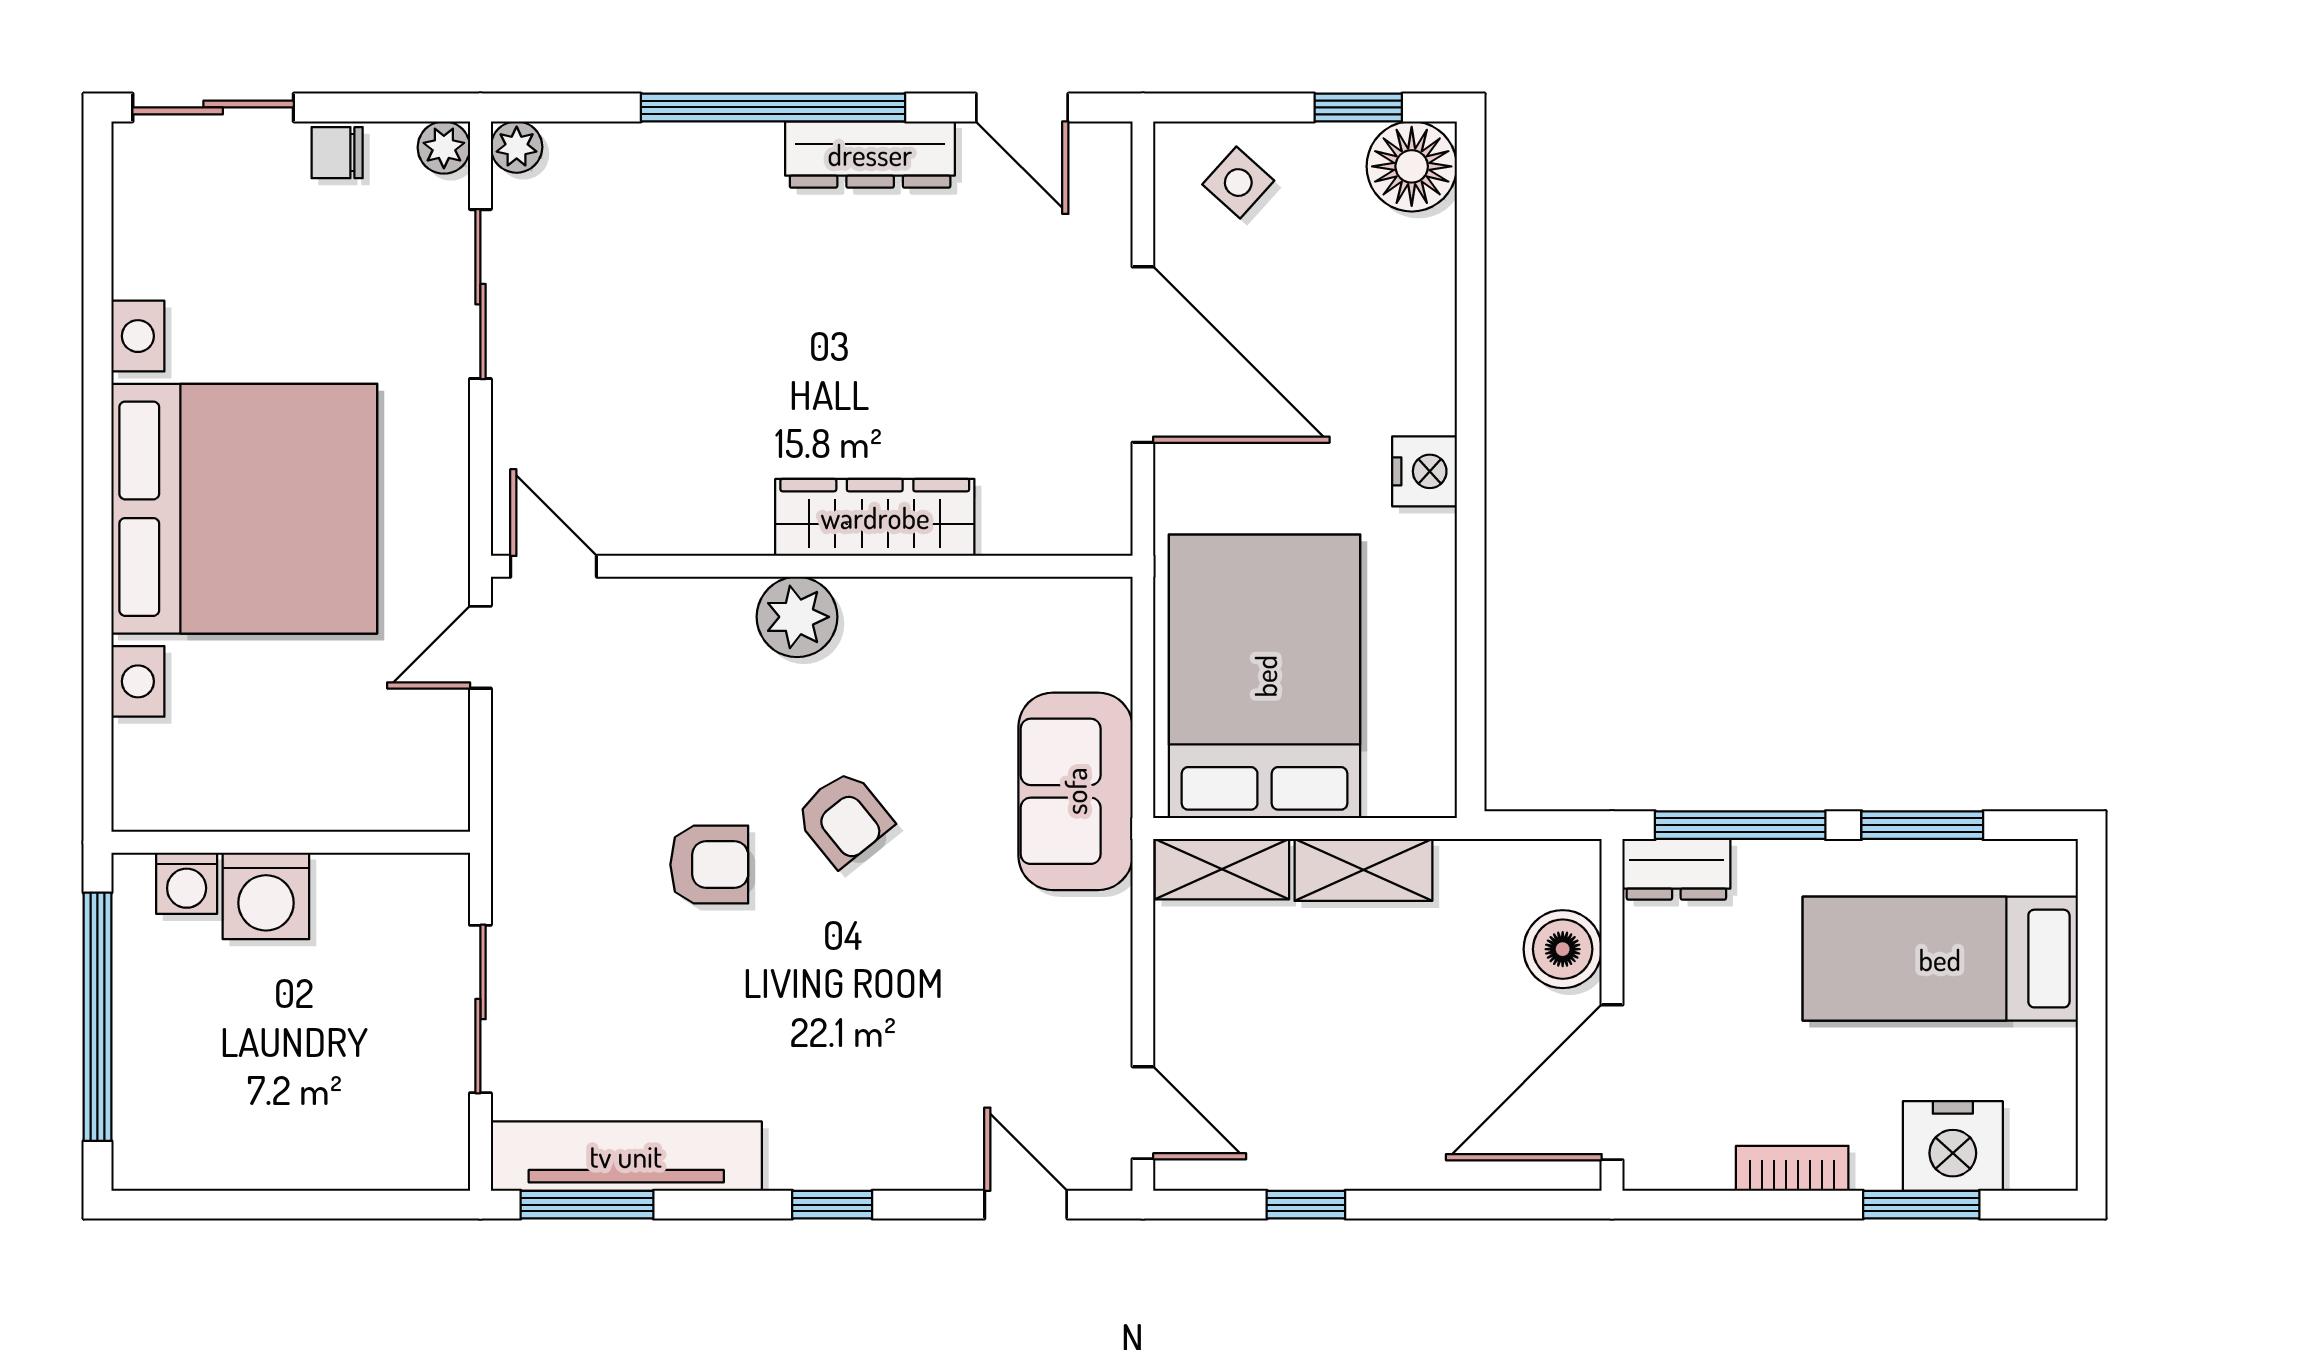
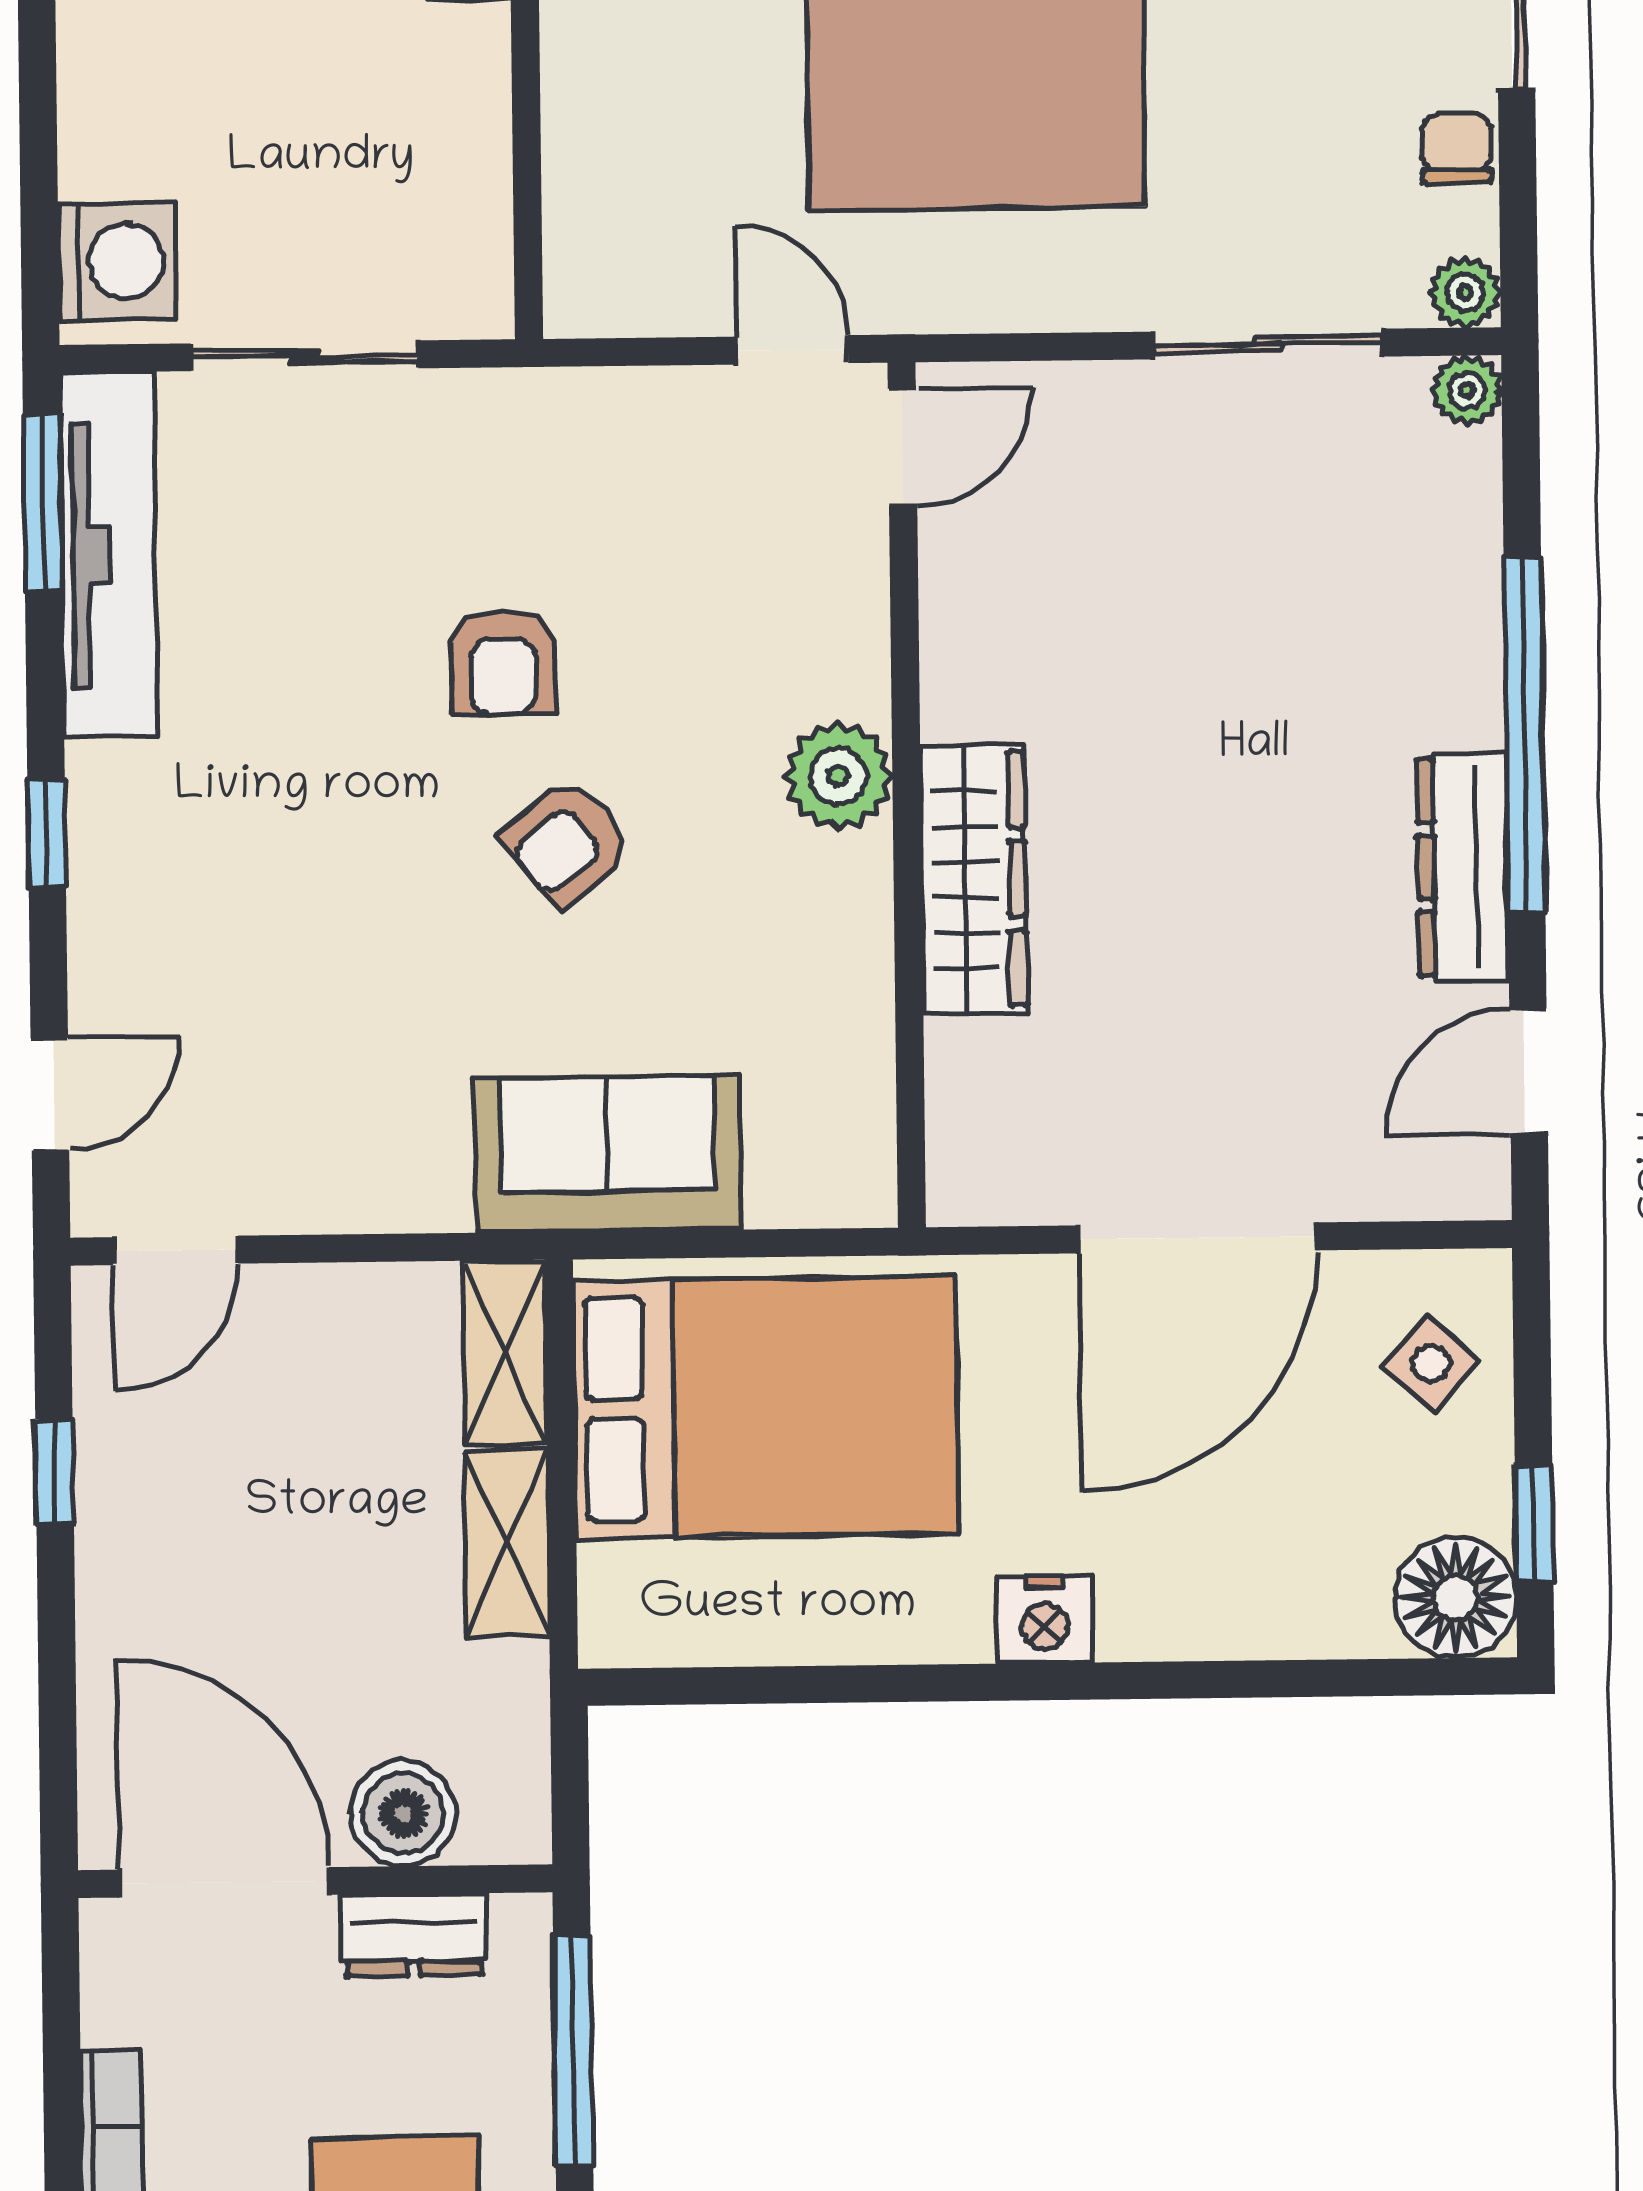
dresser: (1676, 869) -> (414, 1935), moved, turned -90
washing machine: (266, 896) -> (117, 261), moved, turned 180

